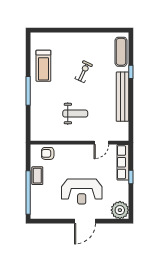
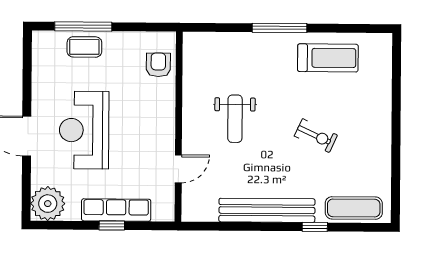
treadmill: (43, 66) -> (328, 58), turned 180
door: (101, 143) -> (178, 169), swing flipped
row of seats: (123, 162) -> (116, 210), moved
coffee table: (37, 176) -> (84, 47), moved
window: (28, 192) -> (83, 26), width x0.68

